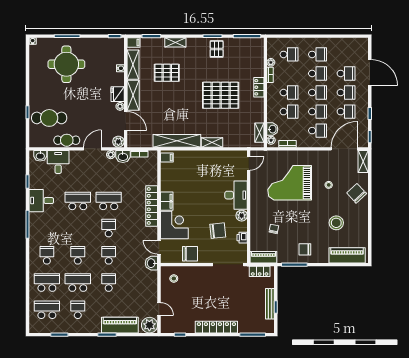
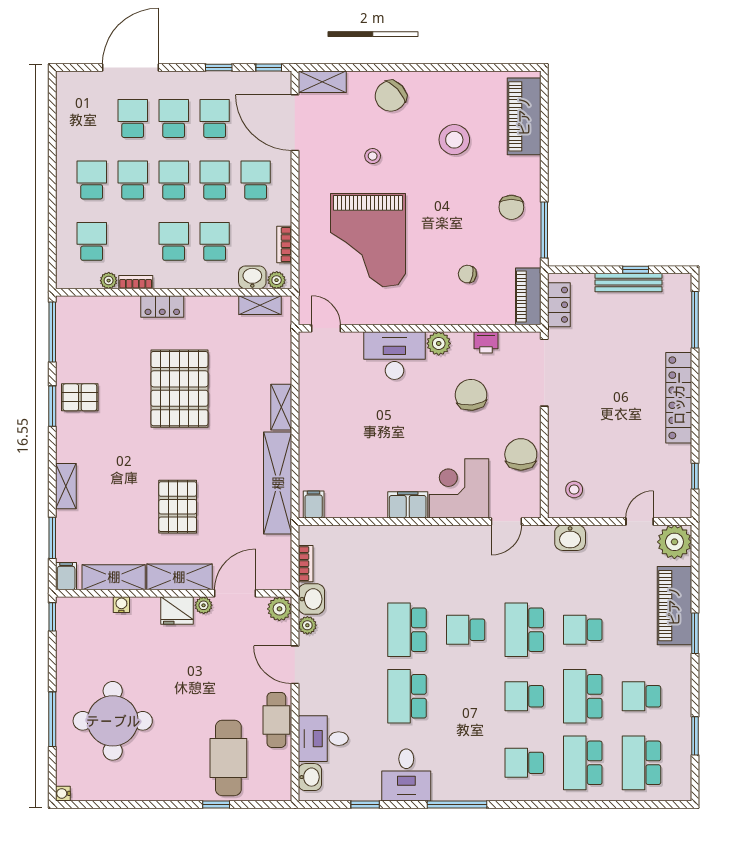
pallet: (167, 73) -> (178, 507), moved
locker: (152, 206) -> (418, 537), removed
school desk: (109, 255) -> (524, 630), width x1.85
washbasin: (151, 263) -> (570, 538), moved

